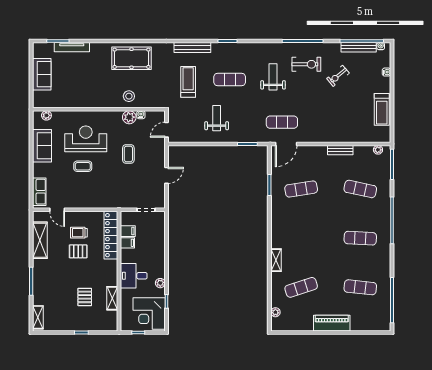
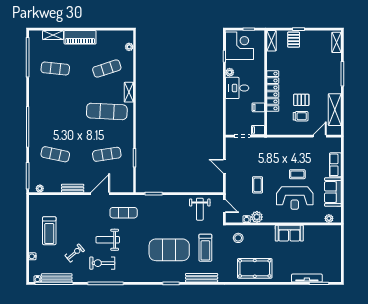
sofa: (42, 74) -> (289, 233), moved, turned -90
weight bench: (273, 77) -> (108, 240), moved, turned 90
exercise mat: (230, 79) -> (169, 250), width x2.00, depth x1.45
stool: (129, 96) -> (238, 238), moved
treadmill: (382, 109) -> (49, 231), moved, turned 180
weight bench: (217, 118) -> (200, 209), moved
door: (166, 130) -> (224, 206), hinge flipped
door: (286, 144) -> (100, 194), moved
door: (166, 175) -> (224, 166), hinge flipped
row of seats: (39, 192) -> (335, 165), moved
door: (57, 210) -> (320, 136), hinge flipped
filing cabinet: (128, 231) -> (258, 130), moved
locker: (111, 235) -> (273, 91), moved
exercise mat: (360, 238) -> (107, 111), moved, width x1.36, depth x1.45
desk: (134, 276) -> (237, 88), moved, turned 180
pallet: (85, 297) -> (294, 40), moved
shelving: (112, 298) -> (272, 41), moved
shelving: (363, 326) -> (53, 35), added

